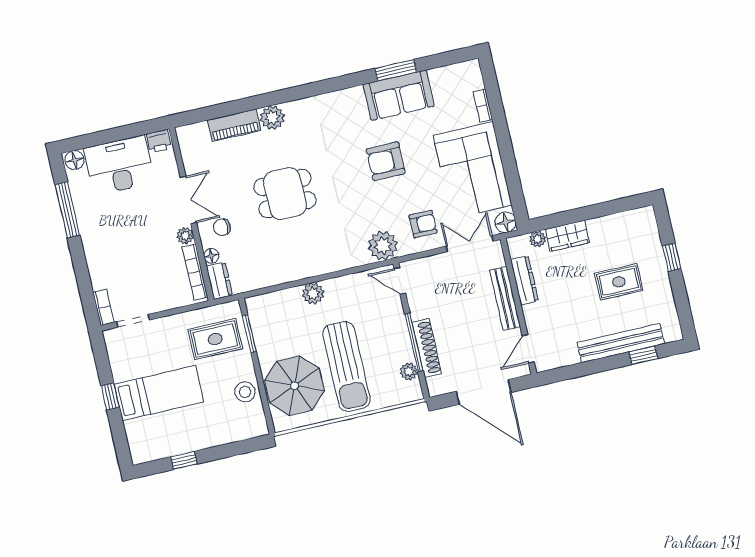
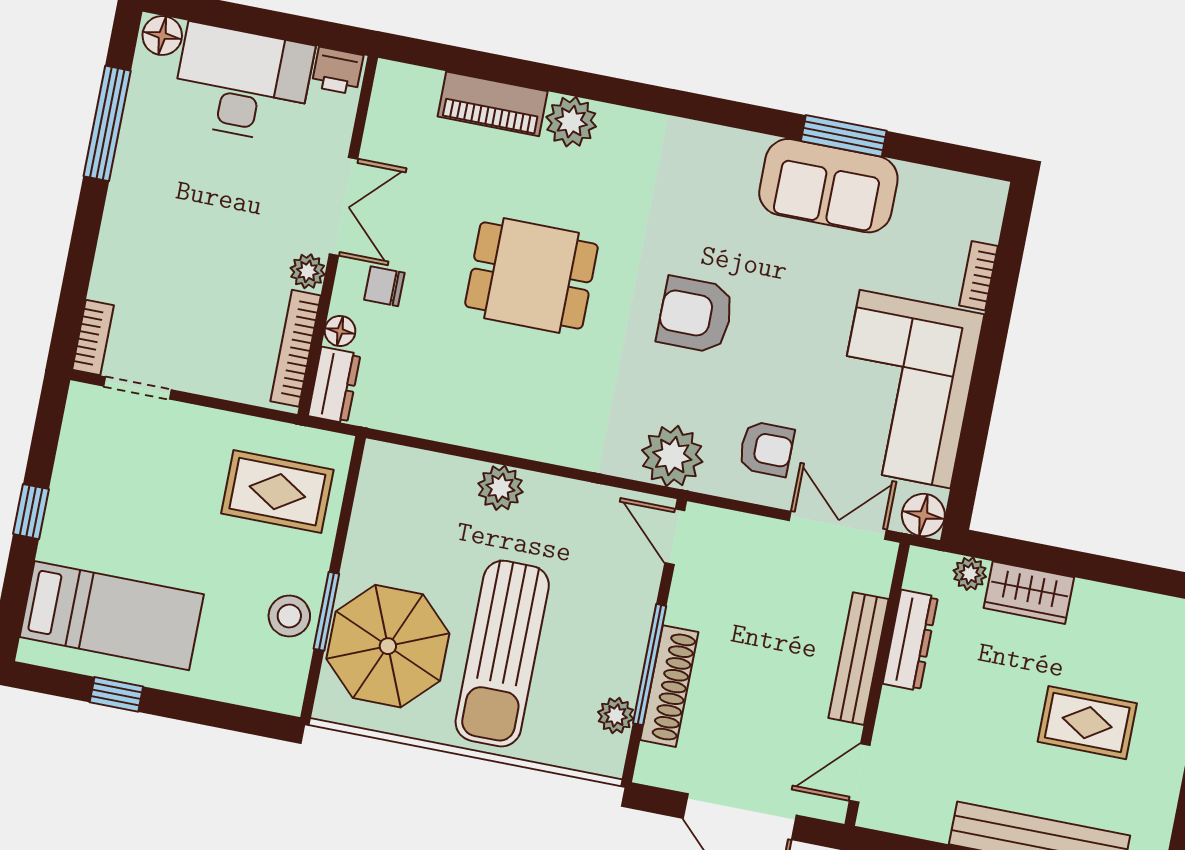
armchair: (386, 161) -> (695, 315), moved
window: (249, 333) -> (326, 611), moved
bed: (159, 393) -> (112, 616), moved

